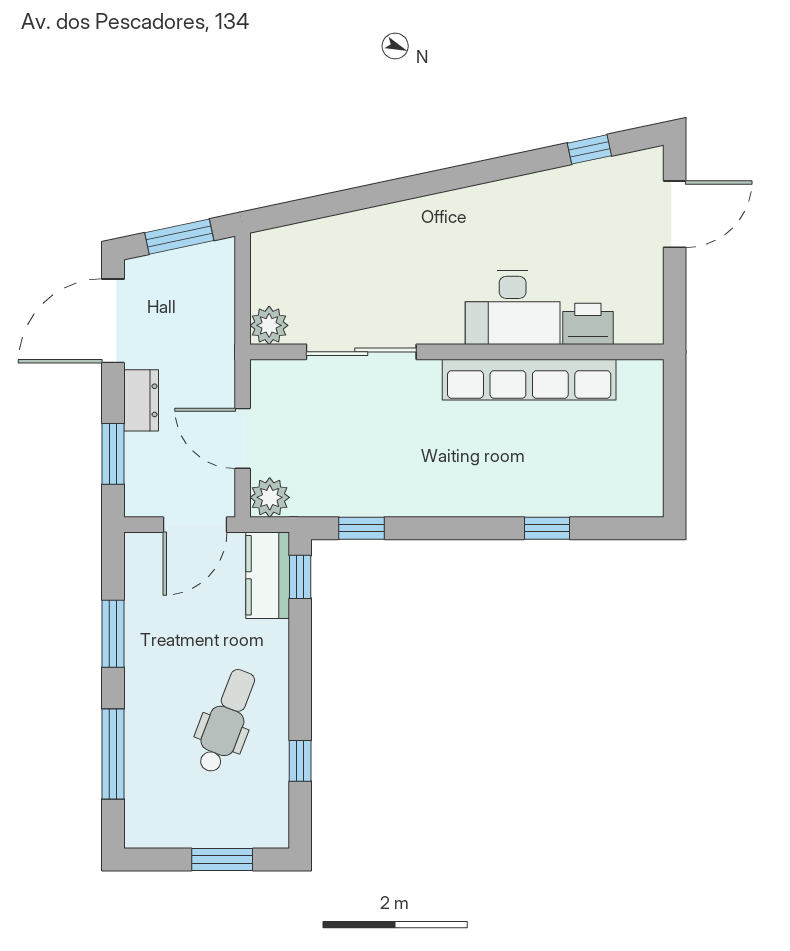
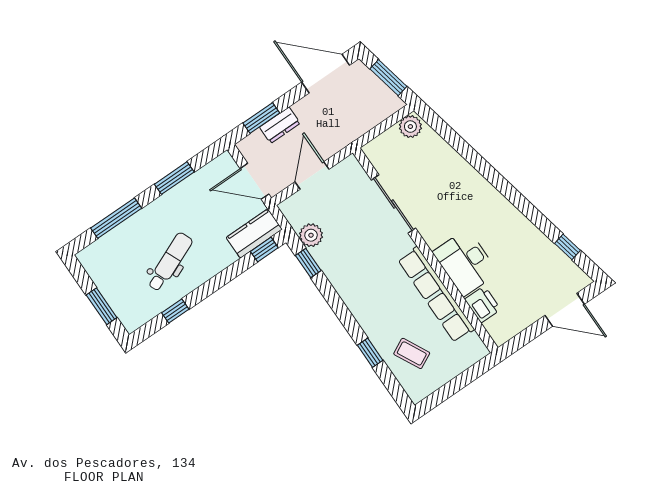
plant: (269, 325) -> (410, 127), moved
dresser: (141, 400) -> (280, 125), moved
coffee table: (588, 471) -> (412, 353), added
plant: (270, 497) -> (311, 235), moved
dental chair: (226, 721) -> (170, 262), turned -44

